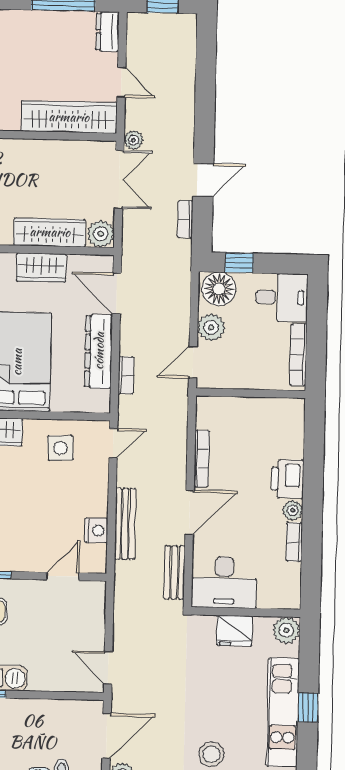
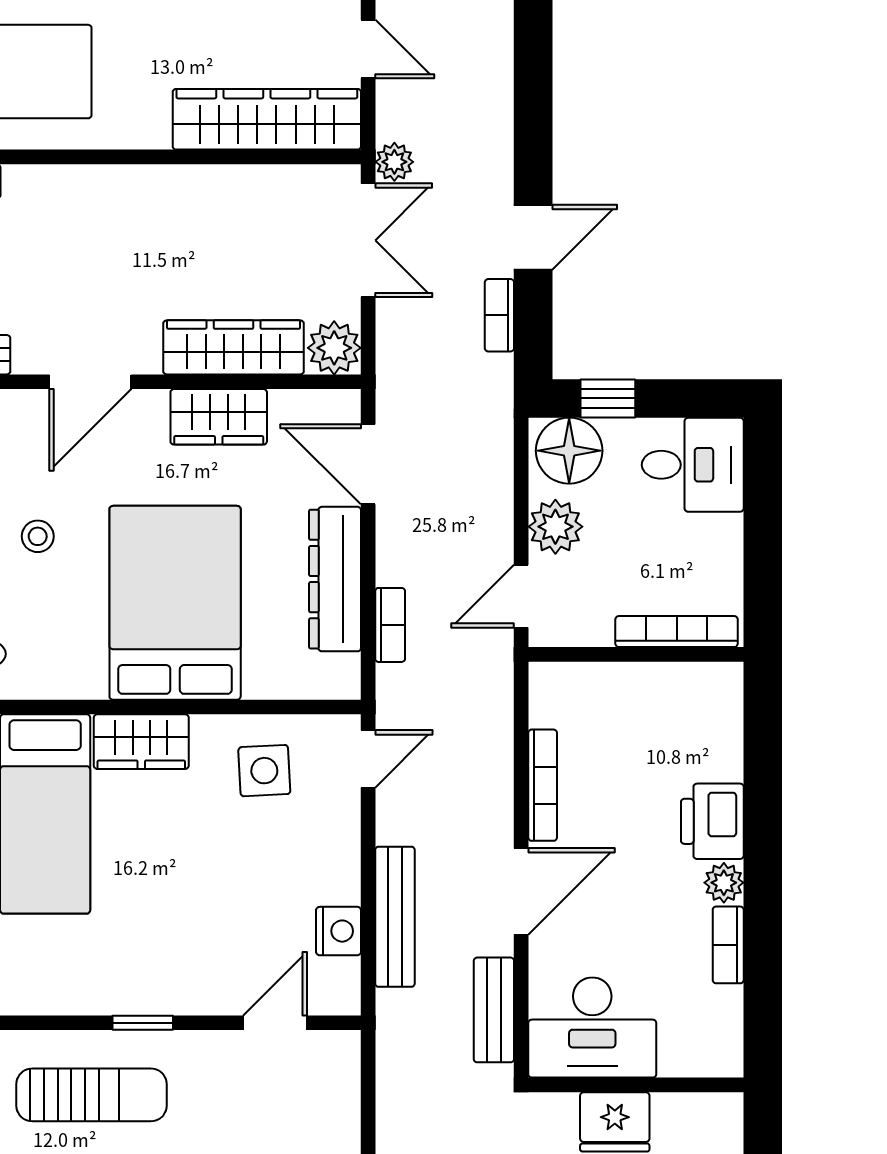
bookcase: (298, 355) -> (677, 632), moved, turned 90
plant: (286, 630) -> (717, 1119), removed

